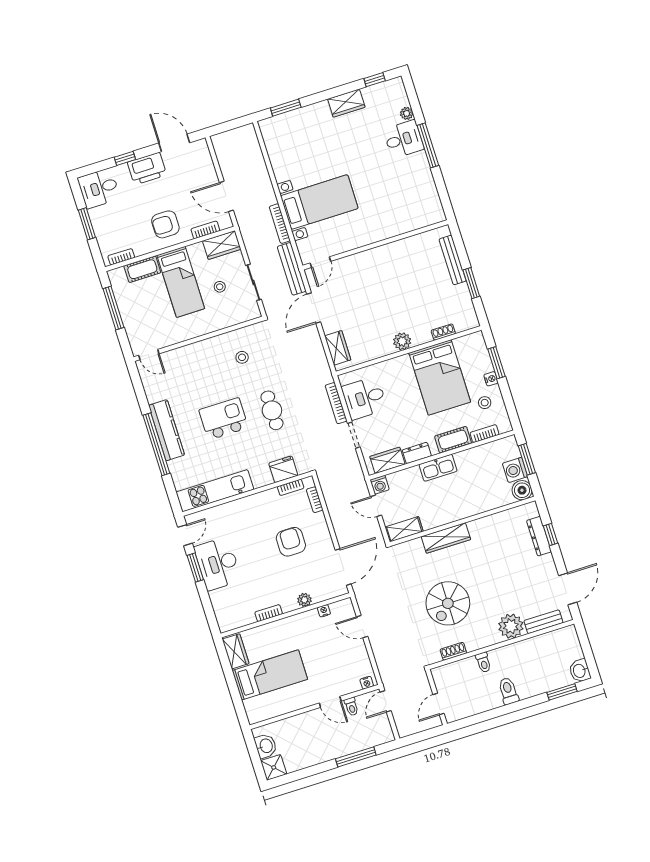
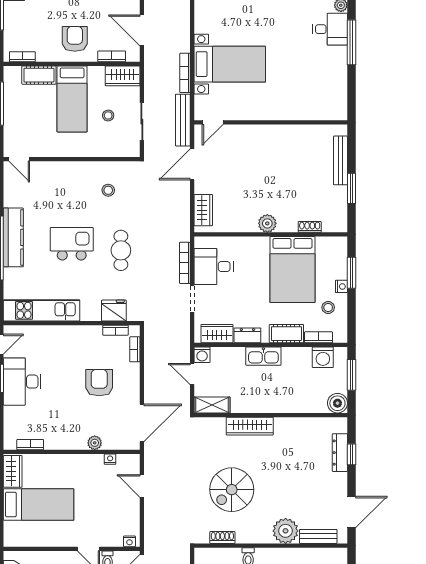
armchair: (165, 224) -> (75, 39), turned 90
washing machine: (515, 470) -> (323, 357), moved, turned -90
bookcase: (269, 613) -> (30, 445), moved

